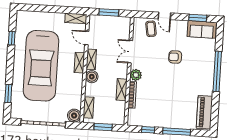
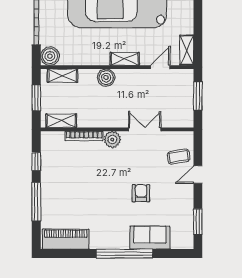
sofa: (202, 29) -> (150, 238), moved, turned 90
shelving: (91, 59) -> (130, 75), removed
shelving: (122, 90) -> (61, 121), moved

